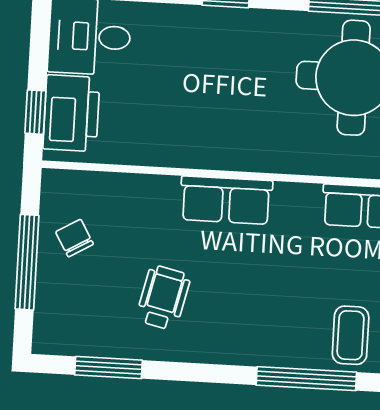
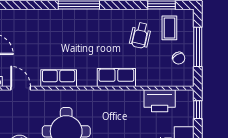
printer: (71, 113) -> (160, 101), moved, turned -90
coffee table: (351, 335) -> (169, 28), moved

